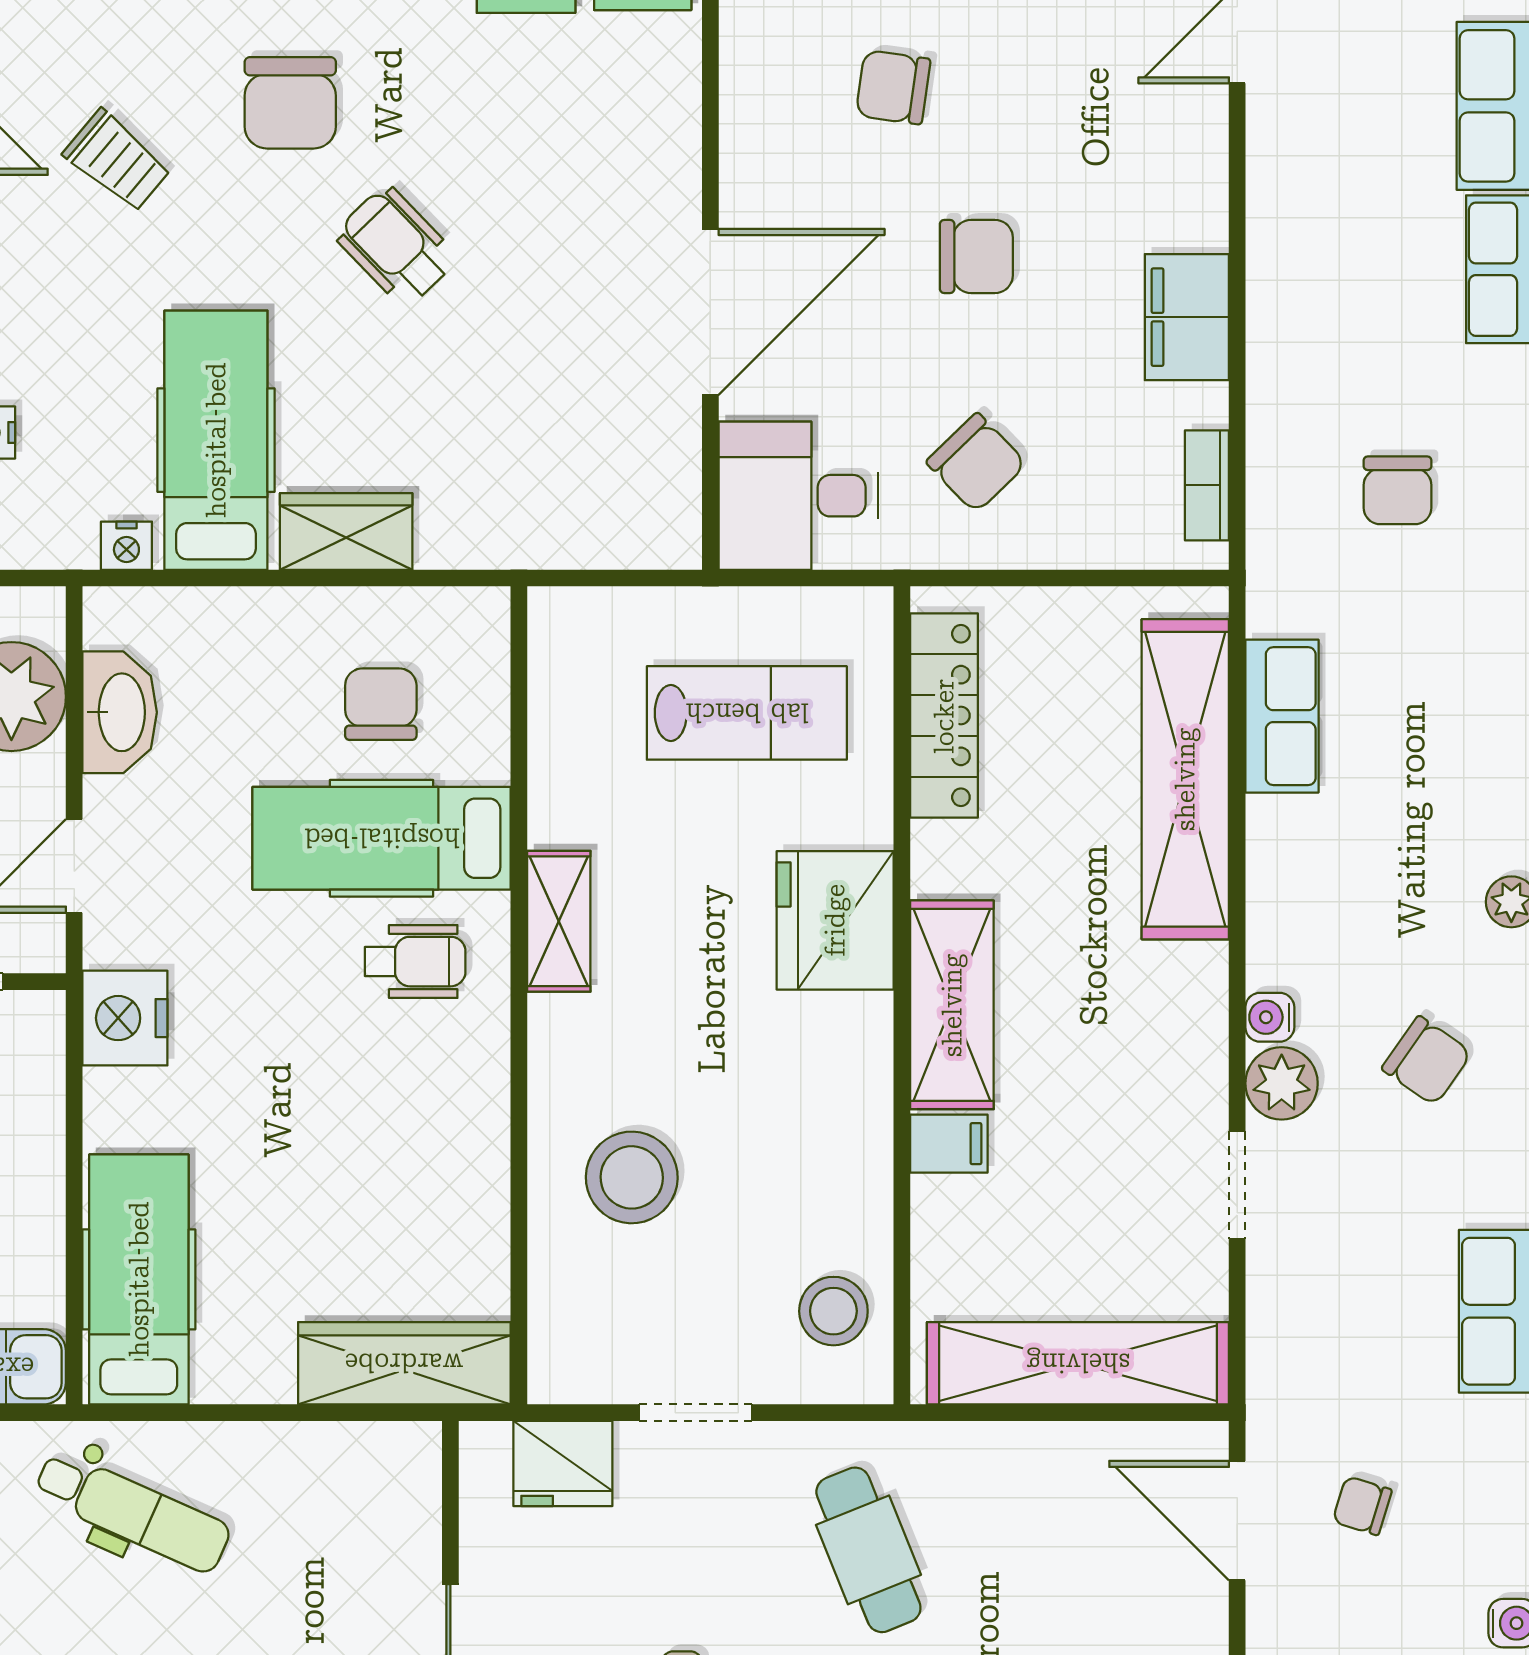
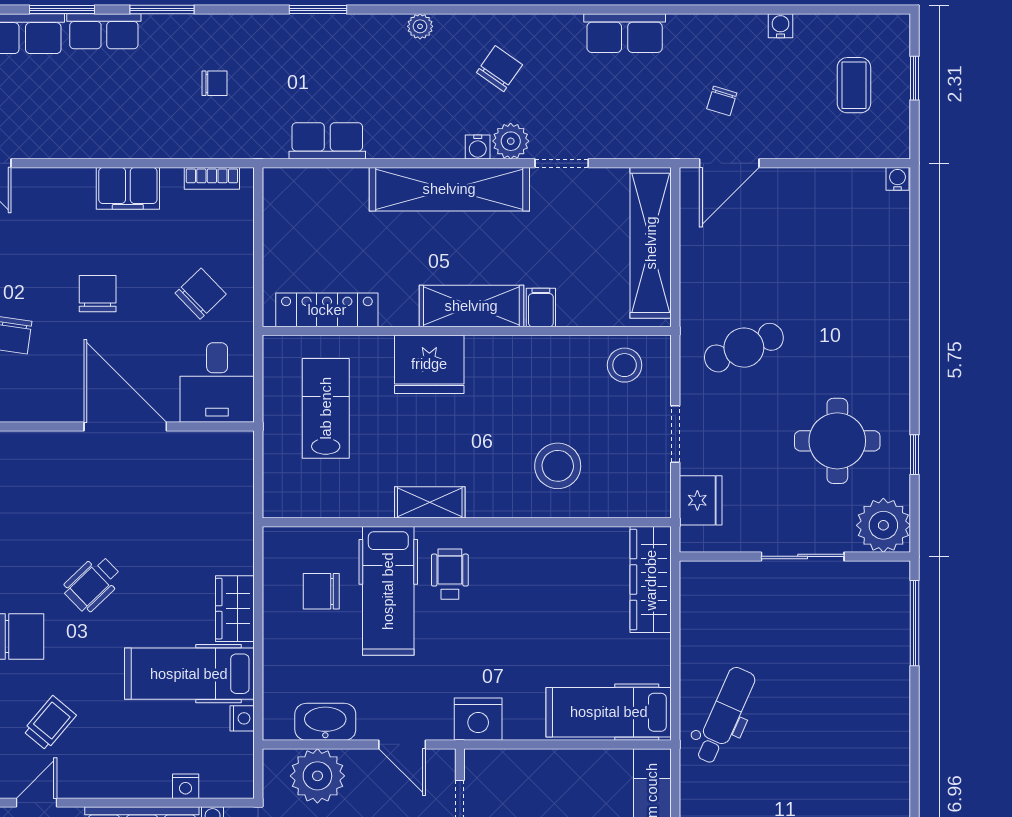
chair: (1398, 490) -> (214, 83), width x0.73, depth x0.73
shelving: (1185, 779) -> (449, 189), moved

